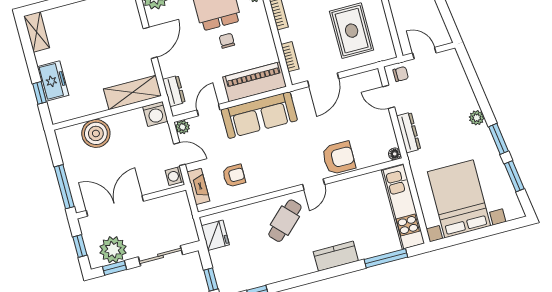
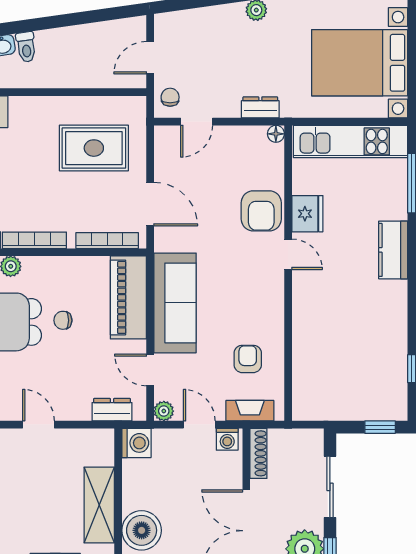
door: (150, 43) -> (38, 425), width x0.73
bookcase: (290, 57) -> (107, 241), width x1.56
shelving: (132, 92) -> (99, 505), moved
dresser: (409, 133) -> (260, 107), width x0.70
door: (180, 154) -> (199, 425), hinge flipped
armchair: (339, 158) -> (261, 211), turned 180
shoe rack: (171, 200) -> (258, 453), added
cafe table: (285, 221) -> (327, 306), removed
fridge: (215, 235) -> (307, 214), moved, turned 90

